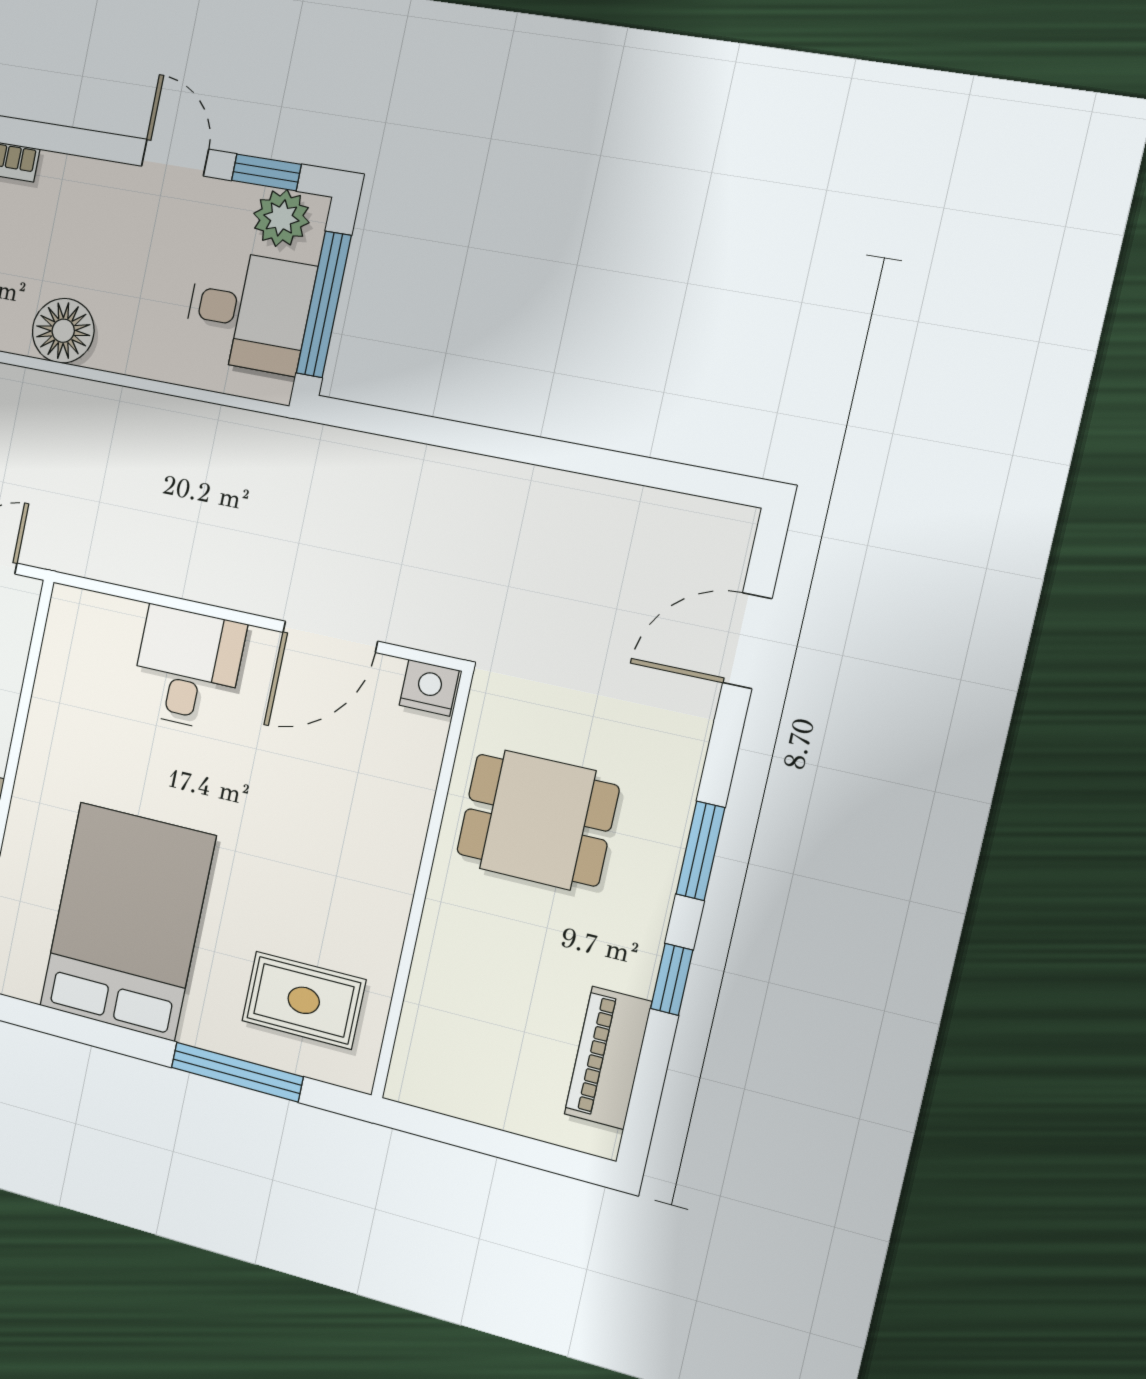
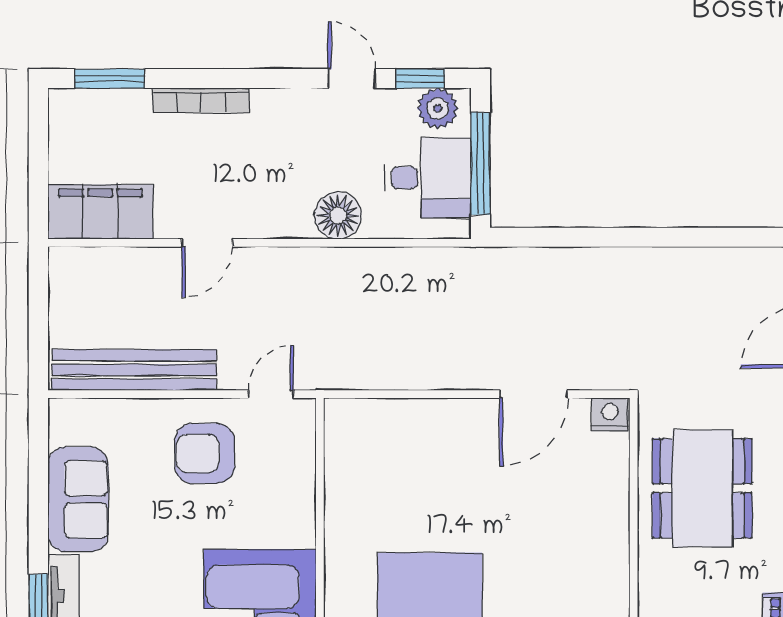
floor lamp: (63, 331) -> (338, 215), moved
desk: (188, 668) -> (436, 438), removed
dining table: (537, 820) -> (702, 488), width x1.38

